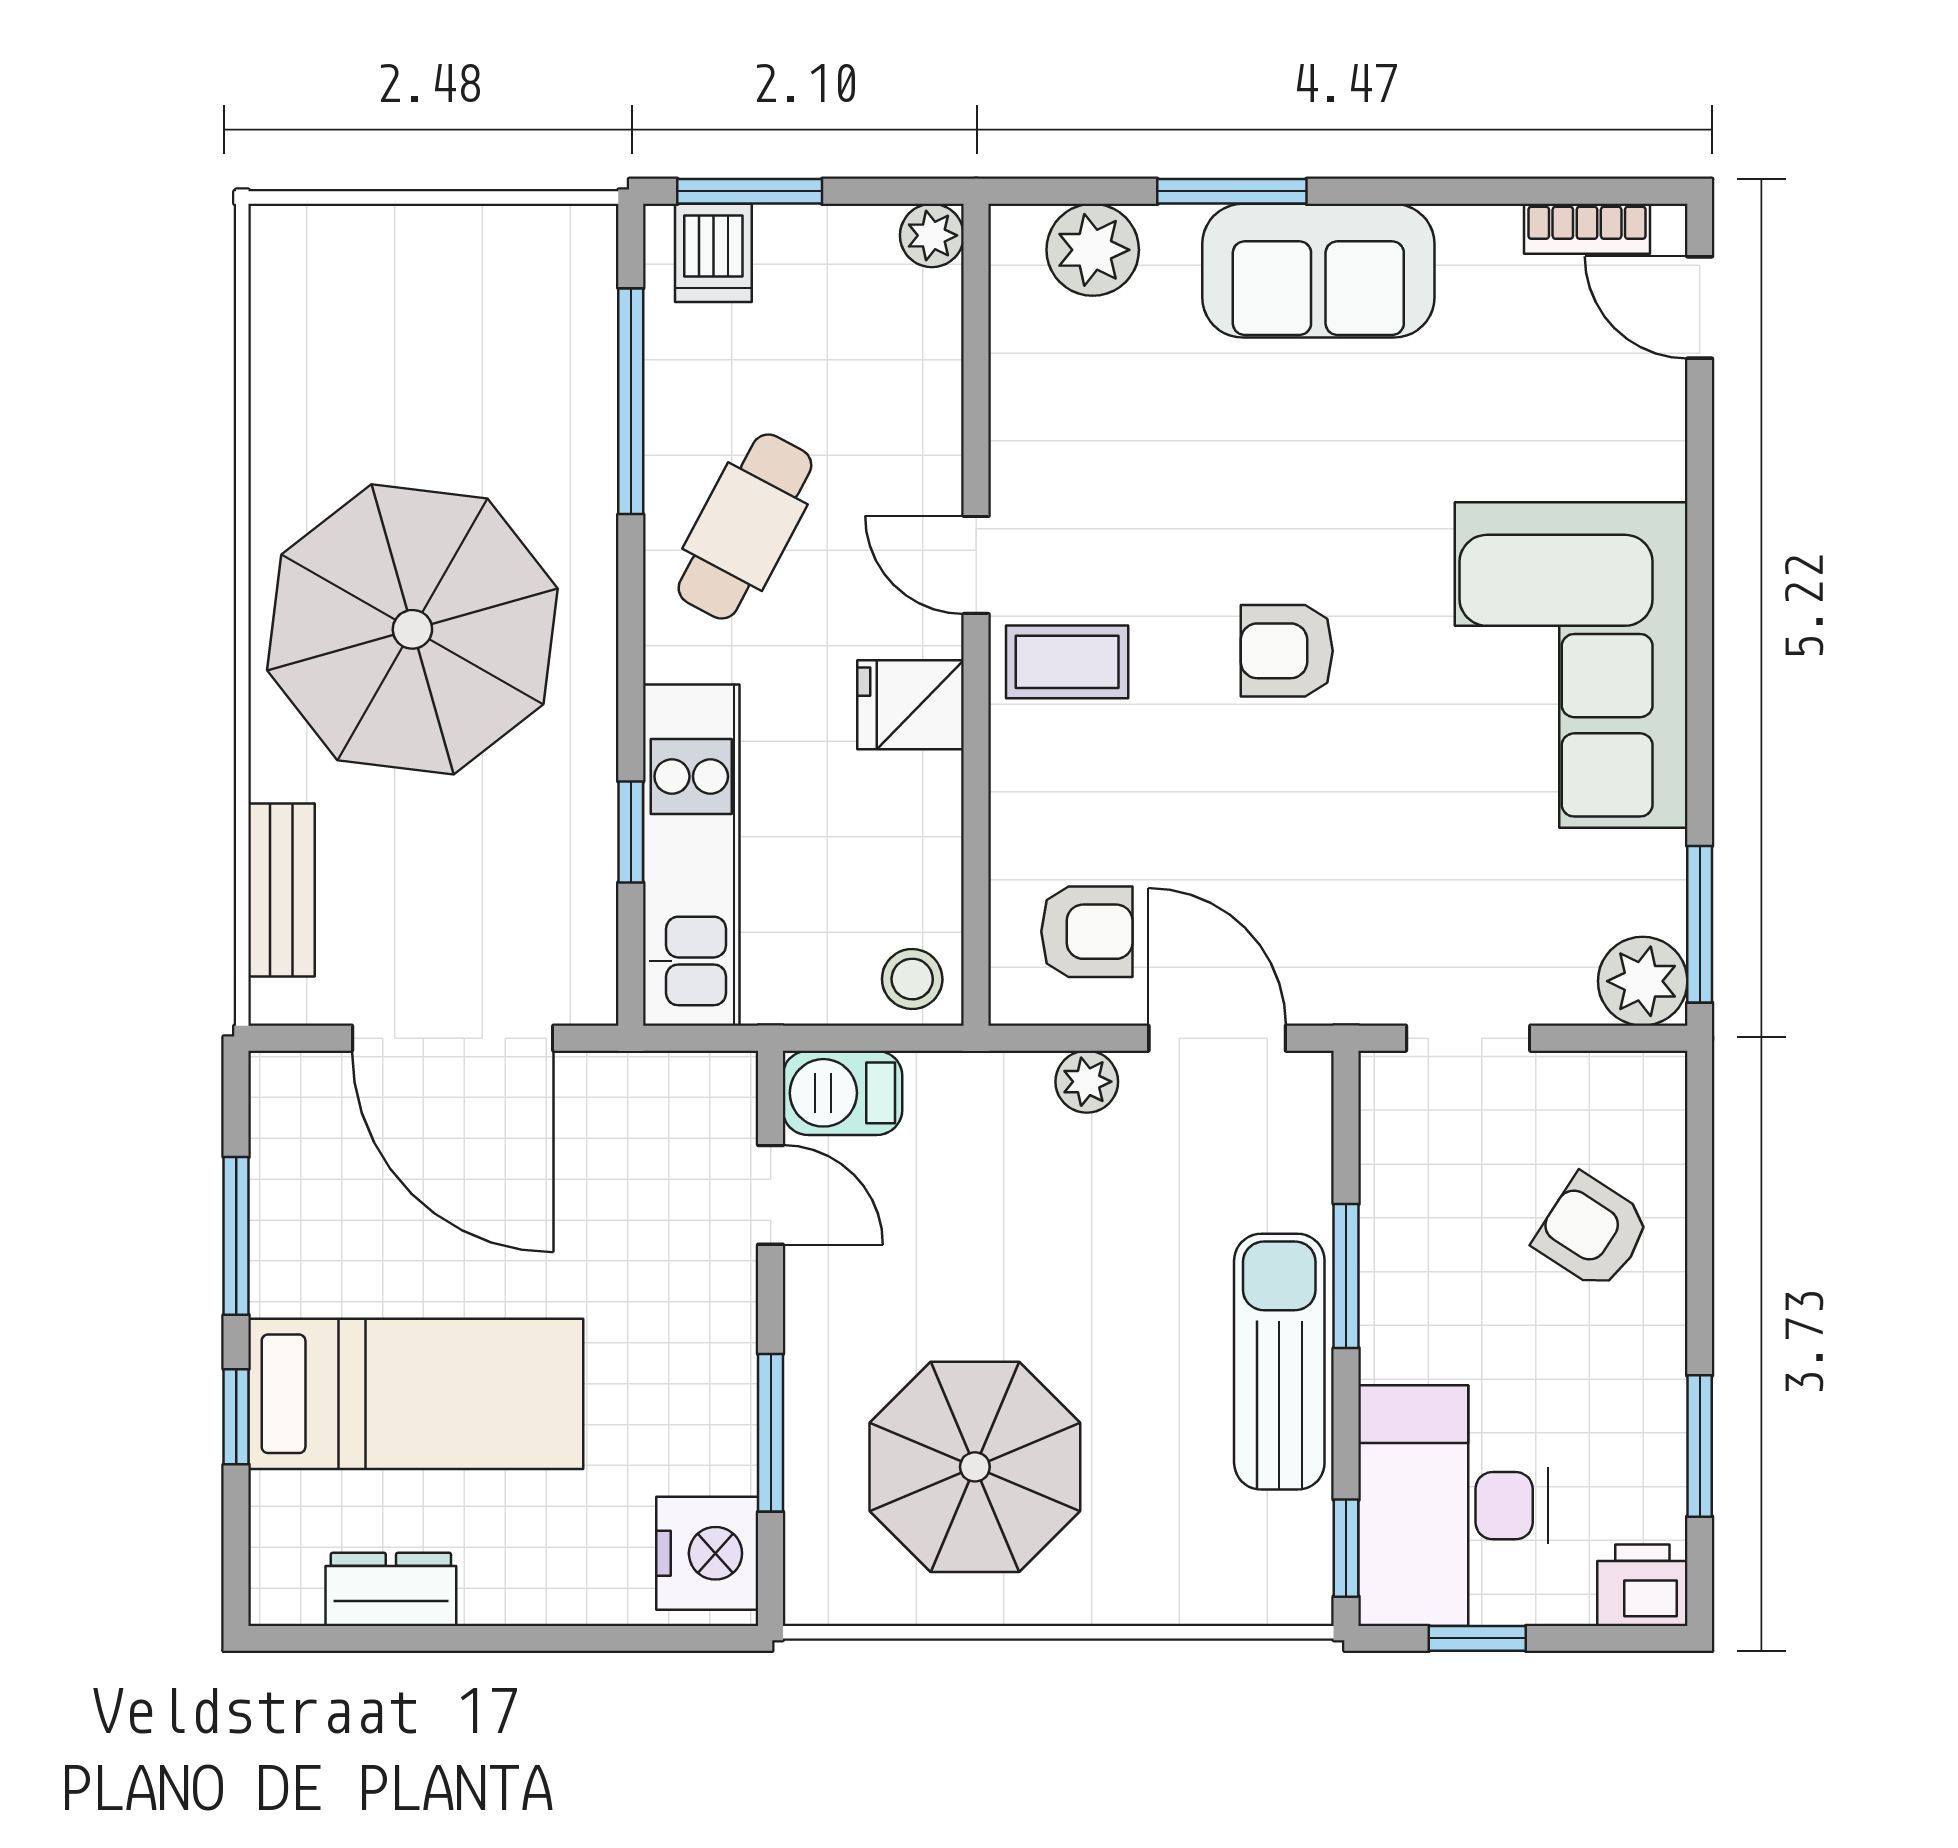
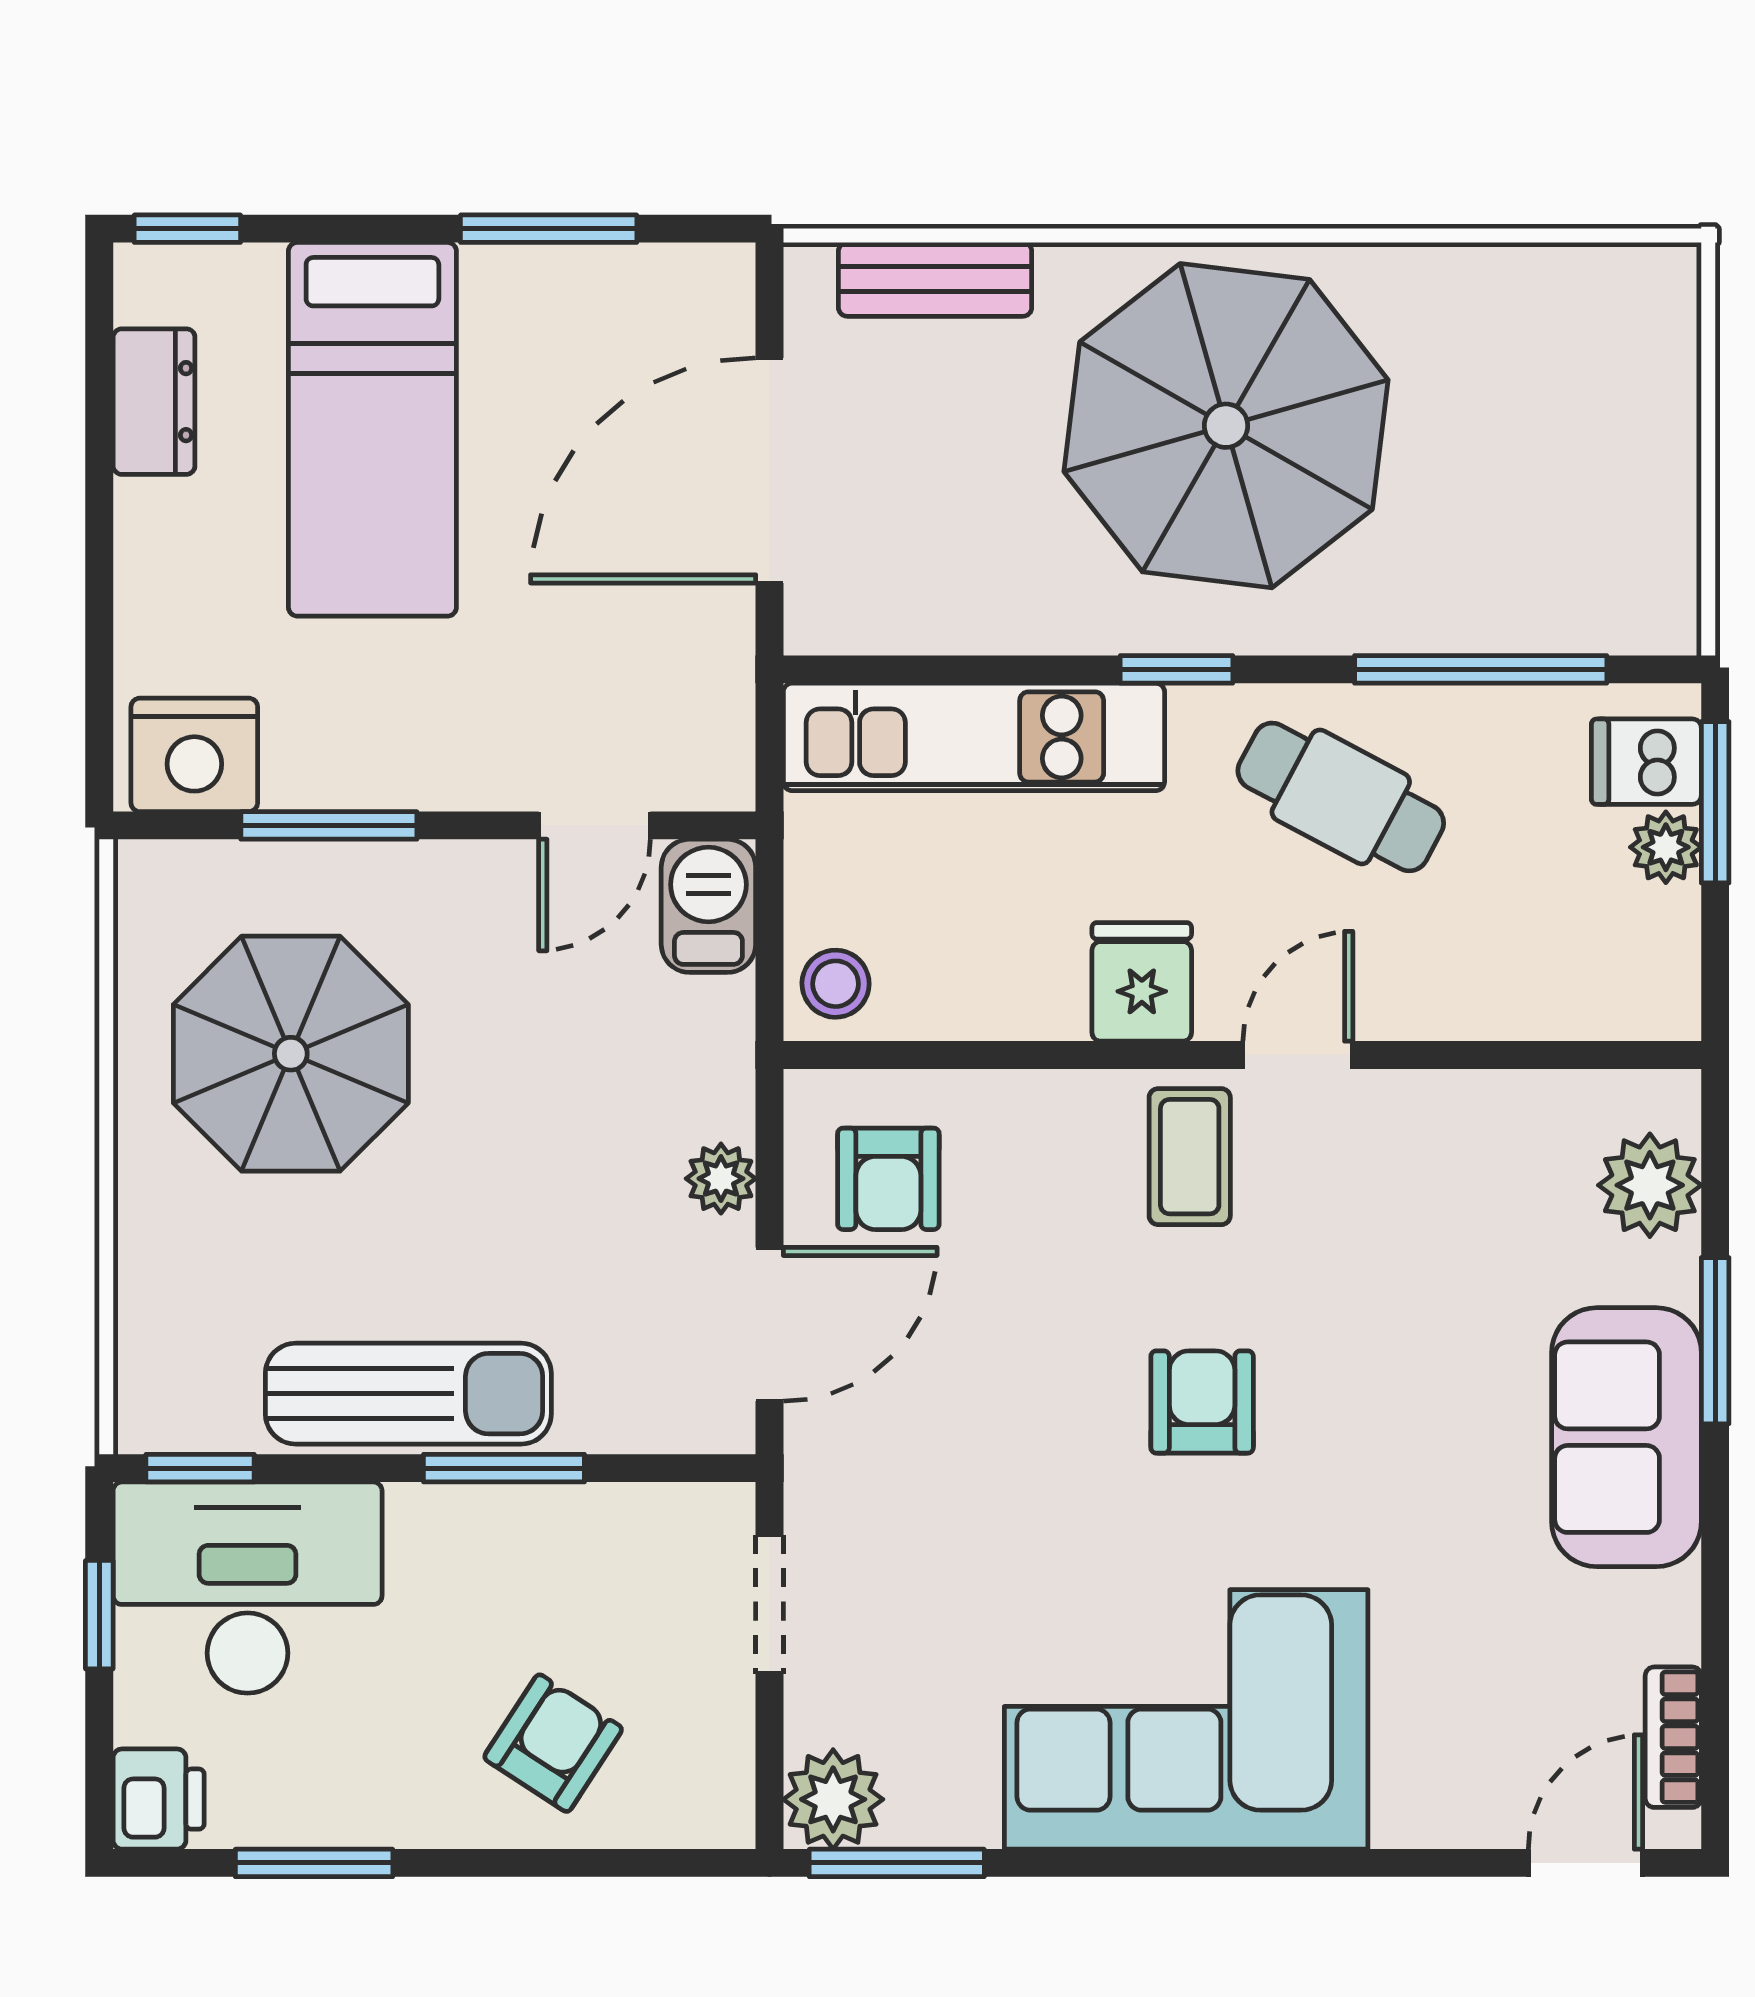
plant: (932, 235) -> (1666, 847), moved
window: (631, 832) -> (1176, 669), moved
window: (236, 1417) -> (187, 229), moved

